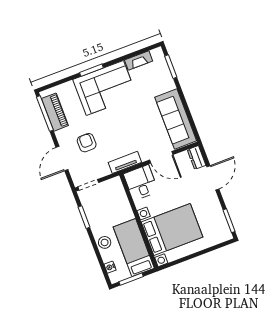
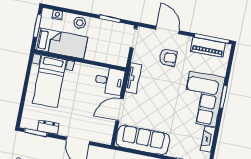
dresser: (197, 158) -> (48, 127), moved
bed with nightstands: (172, 229) -> (49, 81), width x0.73

